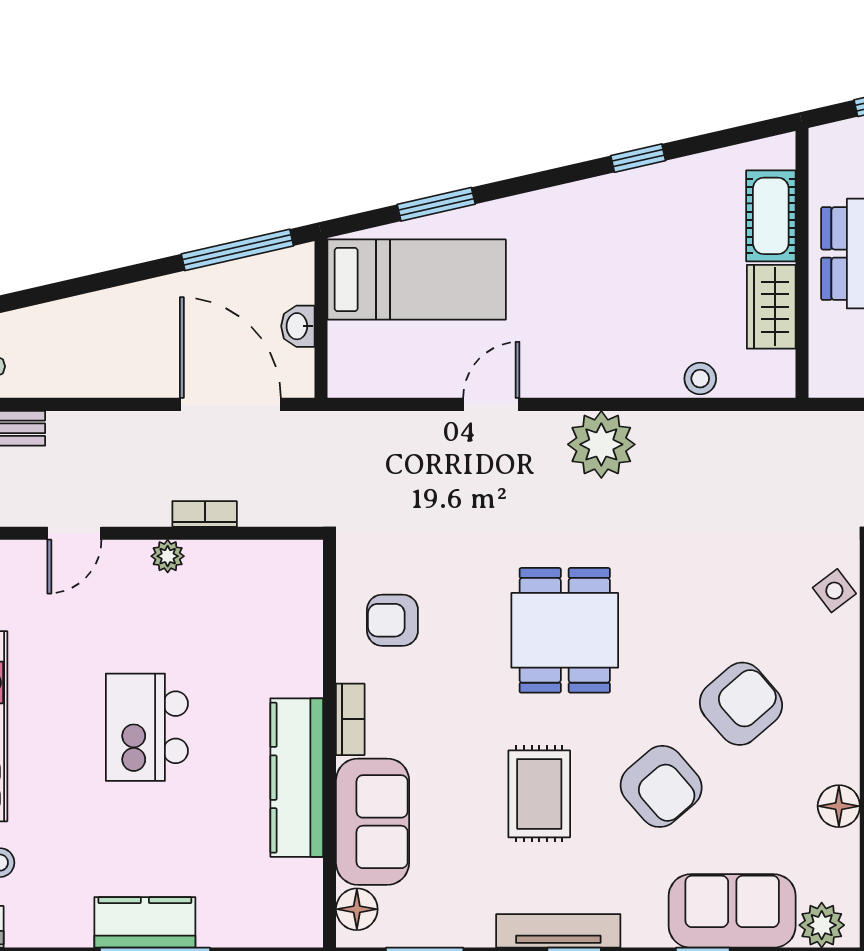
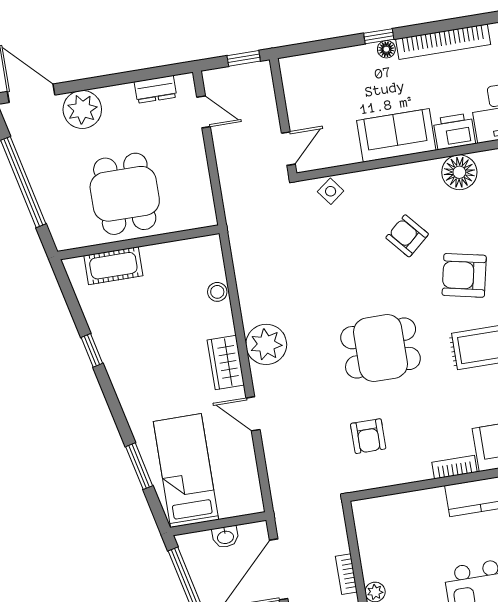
wardrobe: (771, 307) -> (226, 362), moved, turned 90
armchair: (392, 620) -> (368, 436), moved
armchair: (741, 704) -> (407, 236), width x0.72, depth x0.72
armchair: (661, 786) -> (464, 275), turned -127
floor lamp: (839, 806) -> (459, 172), width x1.38, depth x1.38

